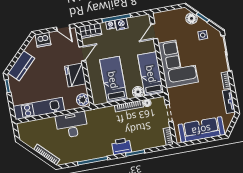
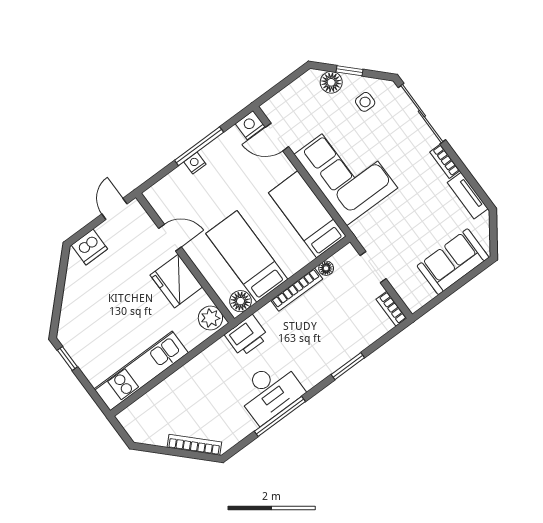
nightstand: (121, 24) -> (250, 125), moved
door: (63, 28) -> (114, 209), swing flipped
wardrobe: (90, 31) -> (165, 190), removed
door: (154, 31) -> (277, 137), hinge flipped
door: (82, 54) -> (170, 238), hinge flipped
kitchen counter: (21, 66) -> (74, 311), removed
floor lamp: (138, 92) -> (241, 301), moved
desk: (72, 125) -> (270, 391), moved, turned 180
sofa: (201, 130) -> (453, 262), width x0.73
printer: (121, 146) -> (247, 336), moved, turned 180

